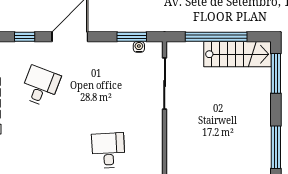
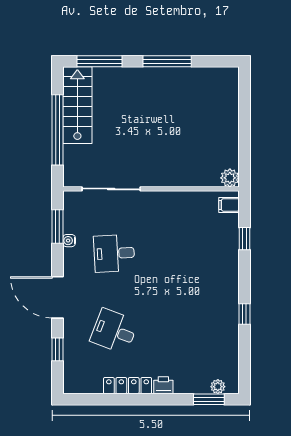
water cooler: (139, 47) -> (69, 241), moved
window: (276, 147) -> (167, 61), moved
desk: (108, 150) -> (114, 253), moved

